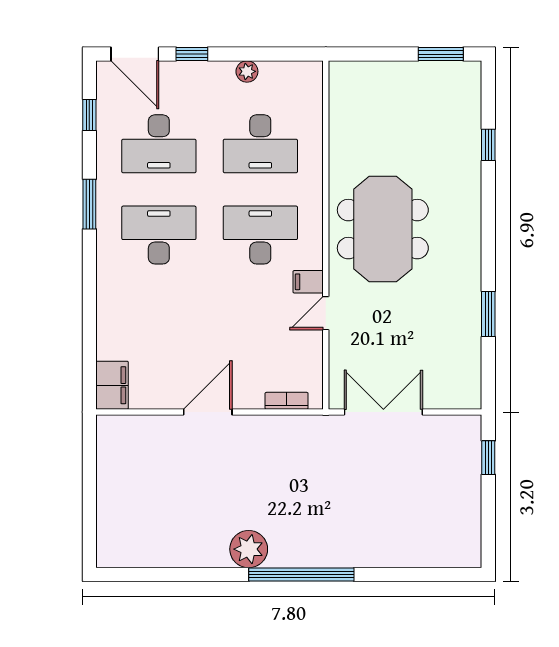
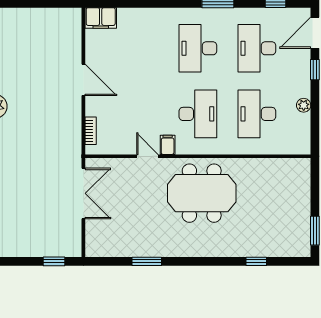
desk: (159, 235) -> (198, 48), turned 180

